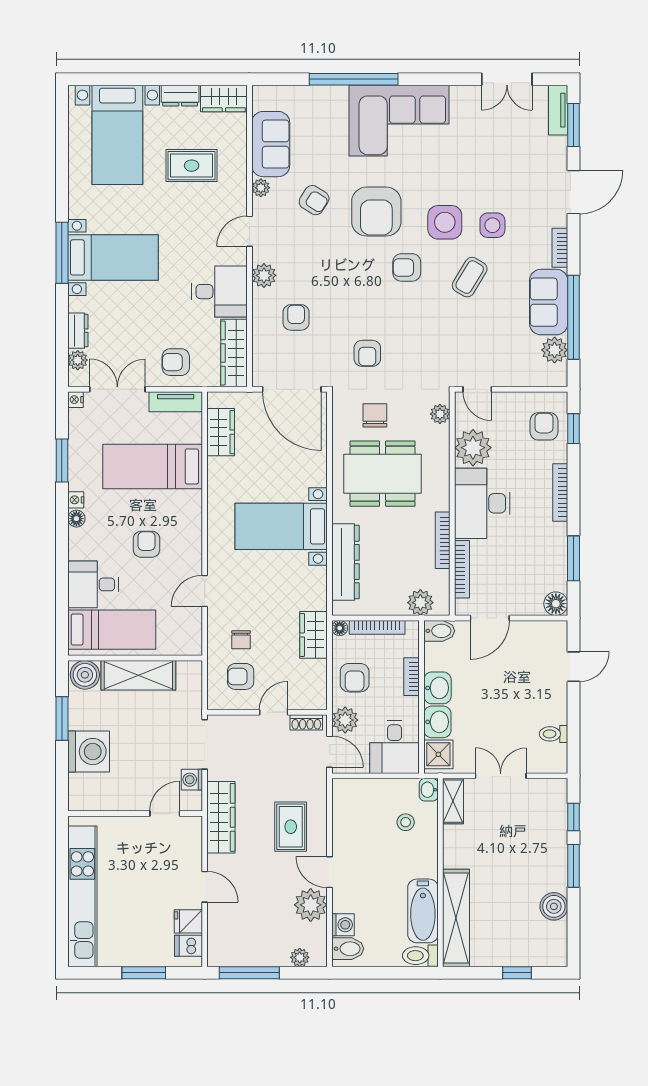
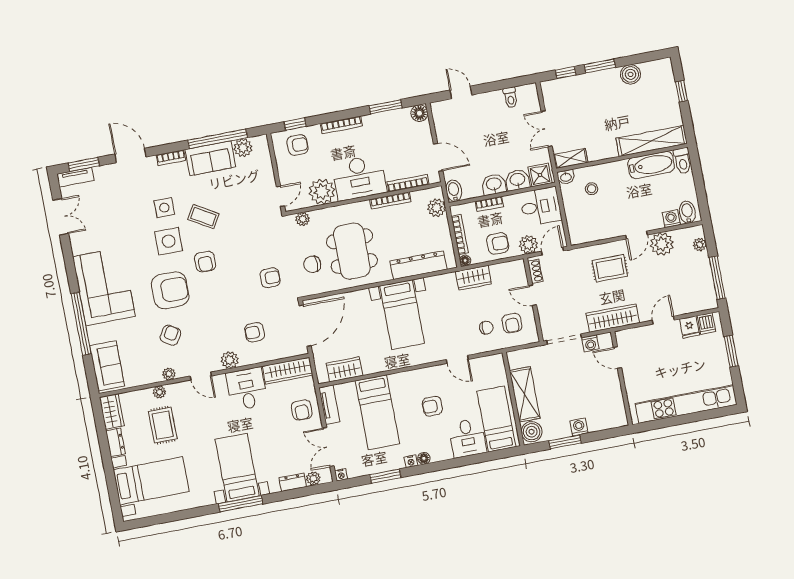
sofa: (271, 144) -> (107, 366), moved, turned 90
plant: (238, 170) -> (159, 392), added
armchair: (544, 426) -> (297, 145), turned 180
washing machine: (89, 752) -> (579, 427), width x0.53, depth x0.53

